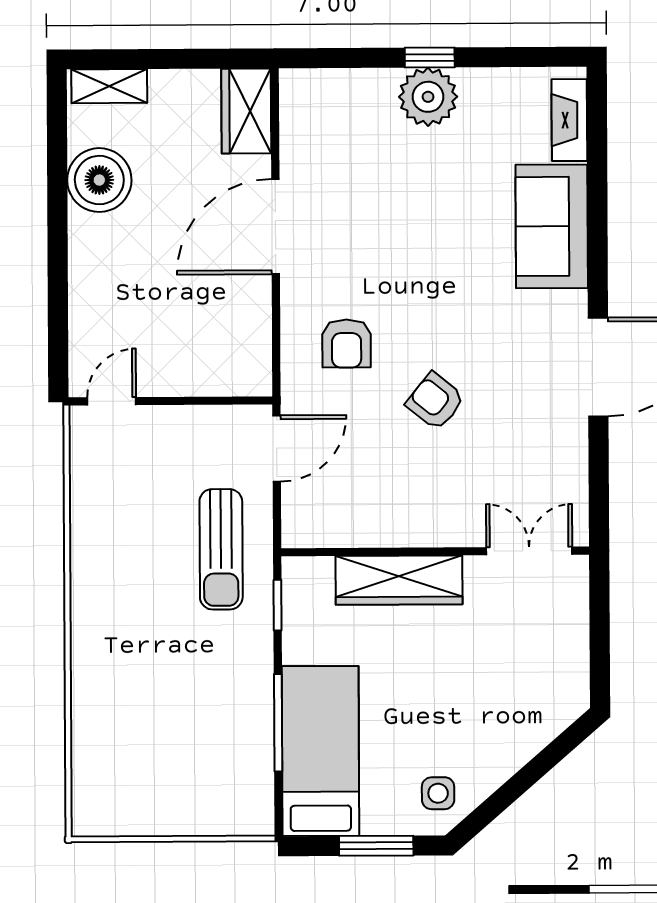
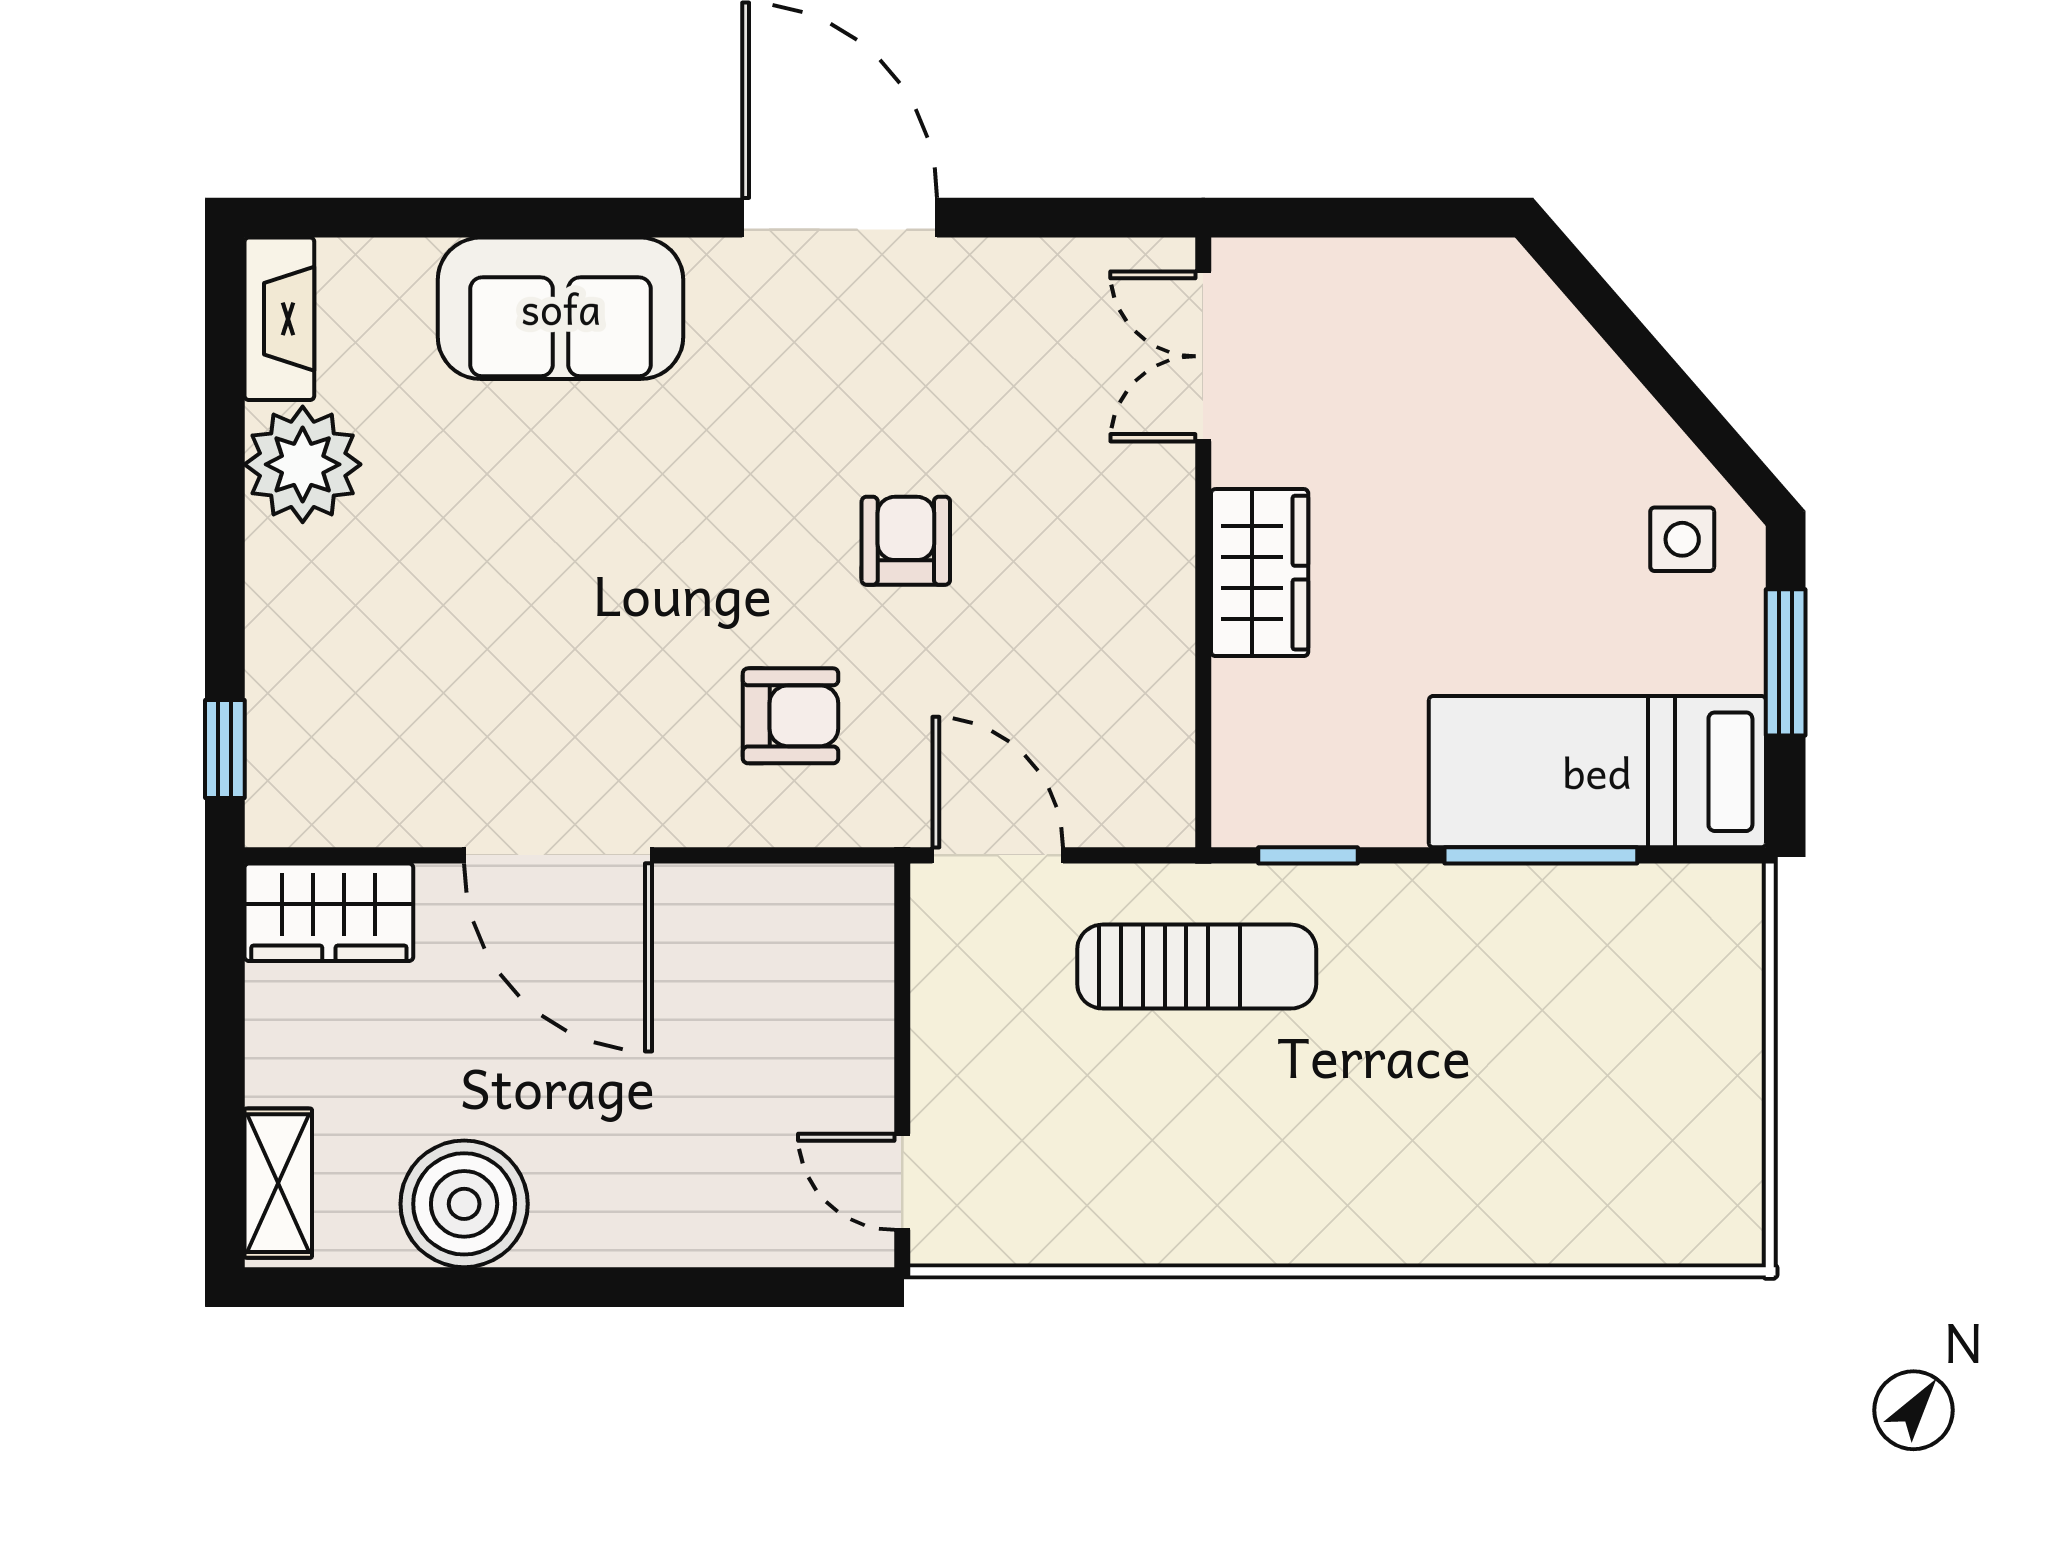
window: (430, 58) -> (225, 749), moved
plant: (428, 97) -> (303, 464), moved
fireplace: (569, 120) -> (279, 319), moved, turned -90
armchair: (435, 401) -> (906, 541), turned 141
wardrobe: (399, 580) -> (1260, 573), width x0.67

